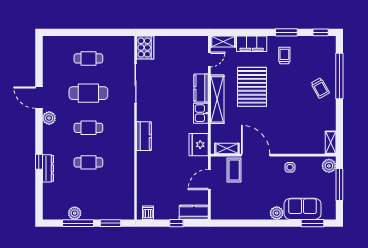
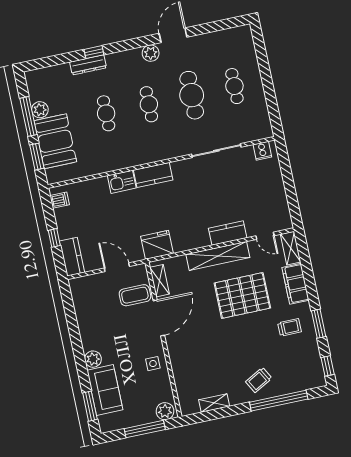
cooker: (145, 48) -> (262, 151), width x0.53, depth x0.76
kitchen sink: (201, 113) -> (122, 182), moved, turned 180
shelving: (331, 143) -> (214, 403), moved
booth: (102, 206) -> (55, 141), added

